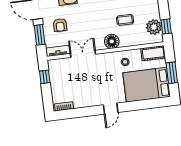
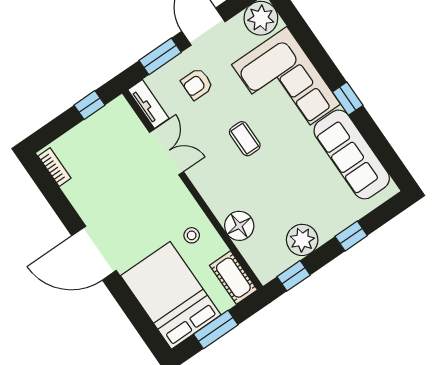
coffee table: (125, 20) -> (245, 139), moved
plant: (154, 27) -> (302, 240), moved
floor lamp: (112, 41) -> (239, 226), moved
door: (111, 109) -> (94, 253), width x1.88

